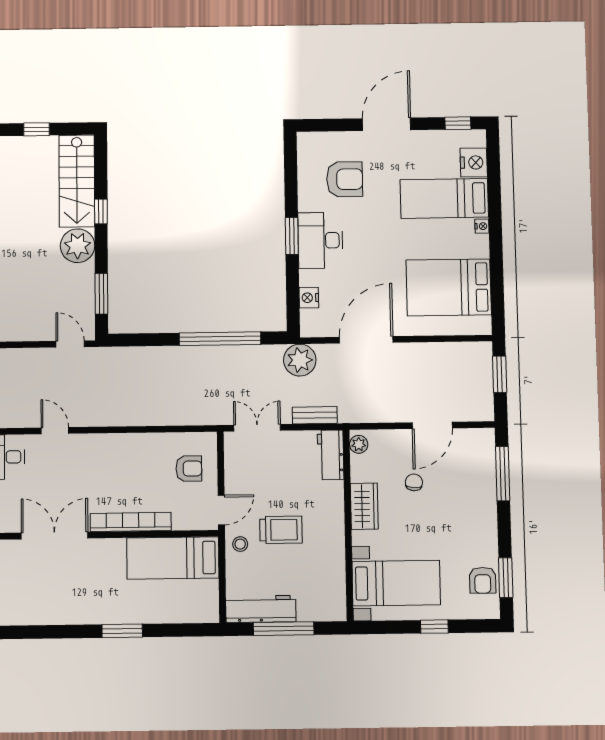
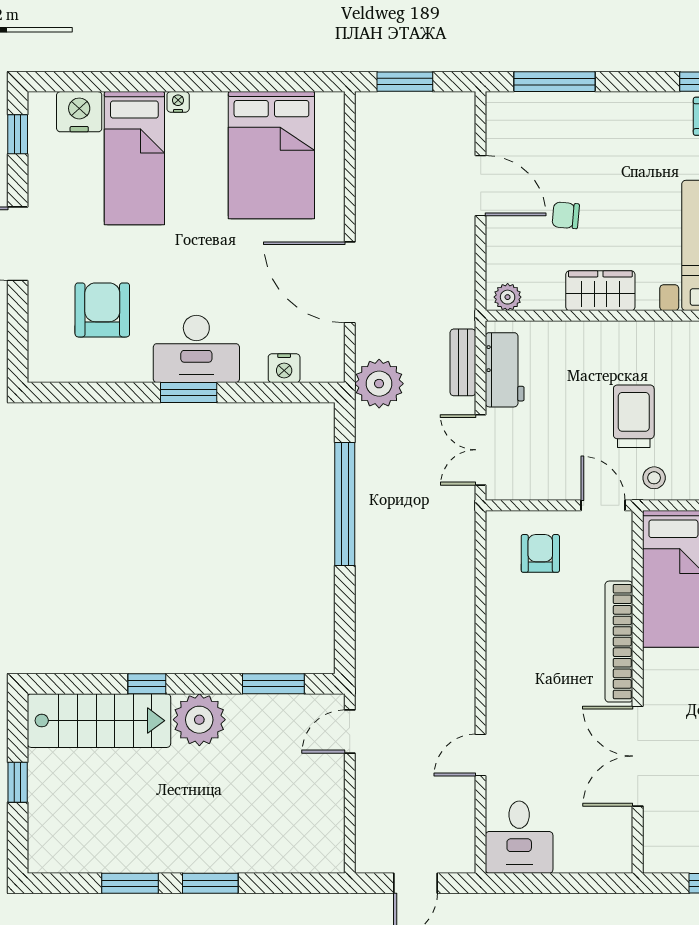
workbench: (331, 455) -> (505, 370), moved, turned -90

